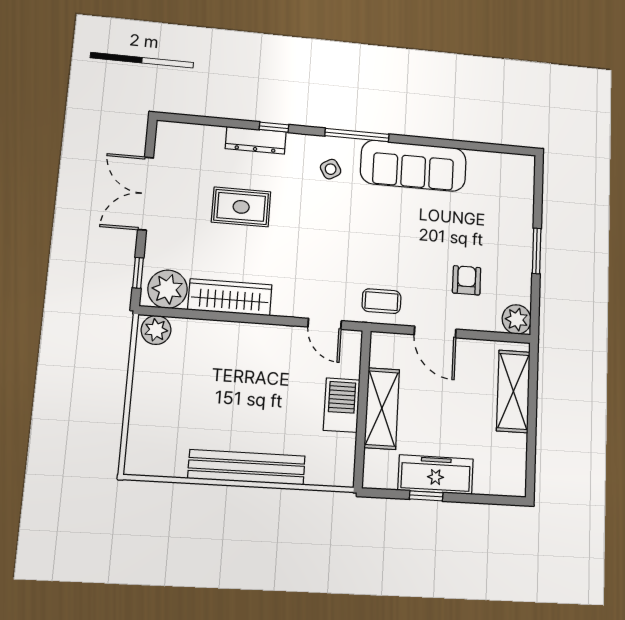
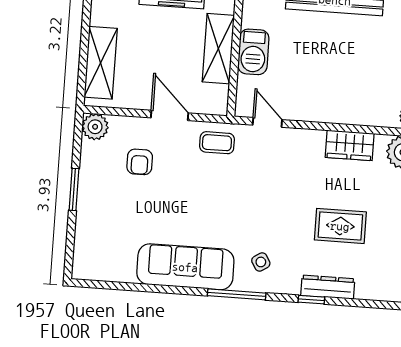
wardrobe: (230, 297) -> (350, 145), width x0.67

